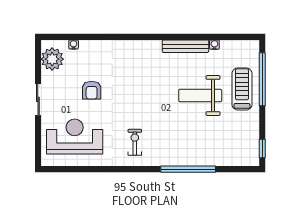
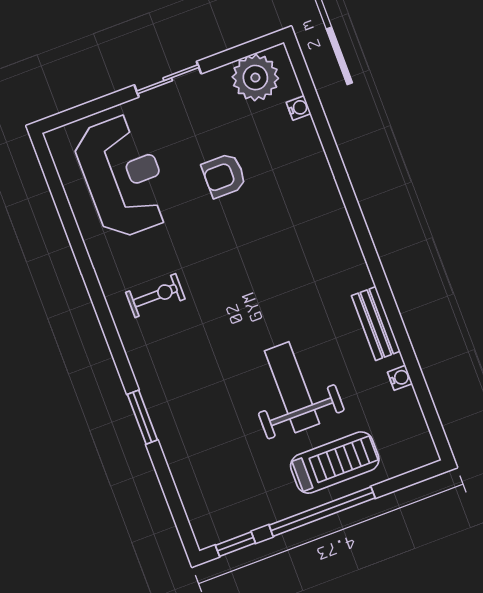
bench: (185, 46) -> (376, 323), width x0.73
window: (262, 79) -> (322, 512), moved
window: (188, 169) -> (142, 417), width x0.47

